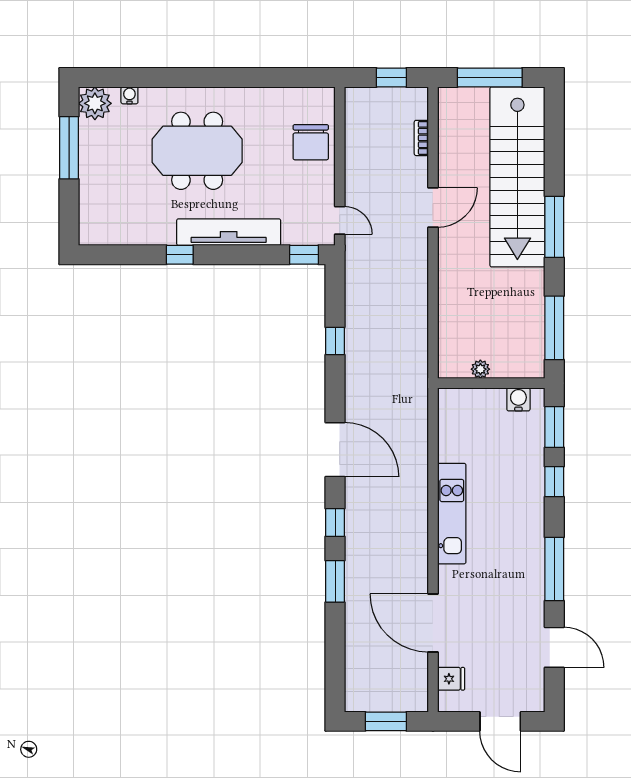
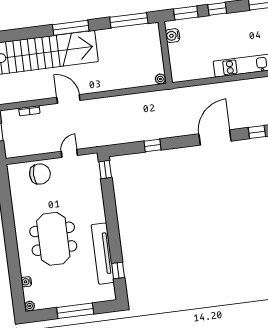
plant: (95, 103) -> (30, 306), width x0.53, depth x0.53
window: (69, 148) -> (75, 311), moved
door: (340, 220) -> (69, 153), moved
tv unit: (229, 232) -> (103, 254), moved
window: (180, 255) -> (118, 270), moved
plant: (480, 369) -> (160, 79), moved

